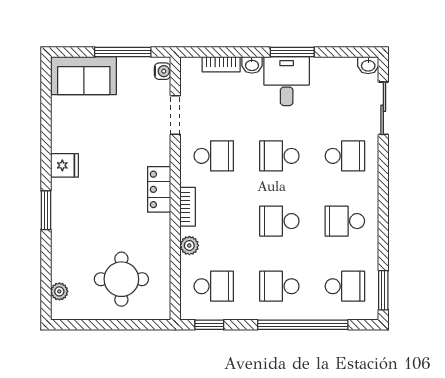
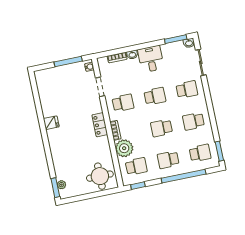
window: (292, 52) -> (176, 39), moved
sofa: (84, 76) -> (51, 77), removed
school desk: (279, 156) -> (155, 96), turned 180
window: (46, 210) -> (55, 188), moved
plant: (189, 246) -> (124, 148), width x1.88, depth x1.88
round table: (121, 279) -> (100, 176), moved

